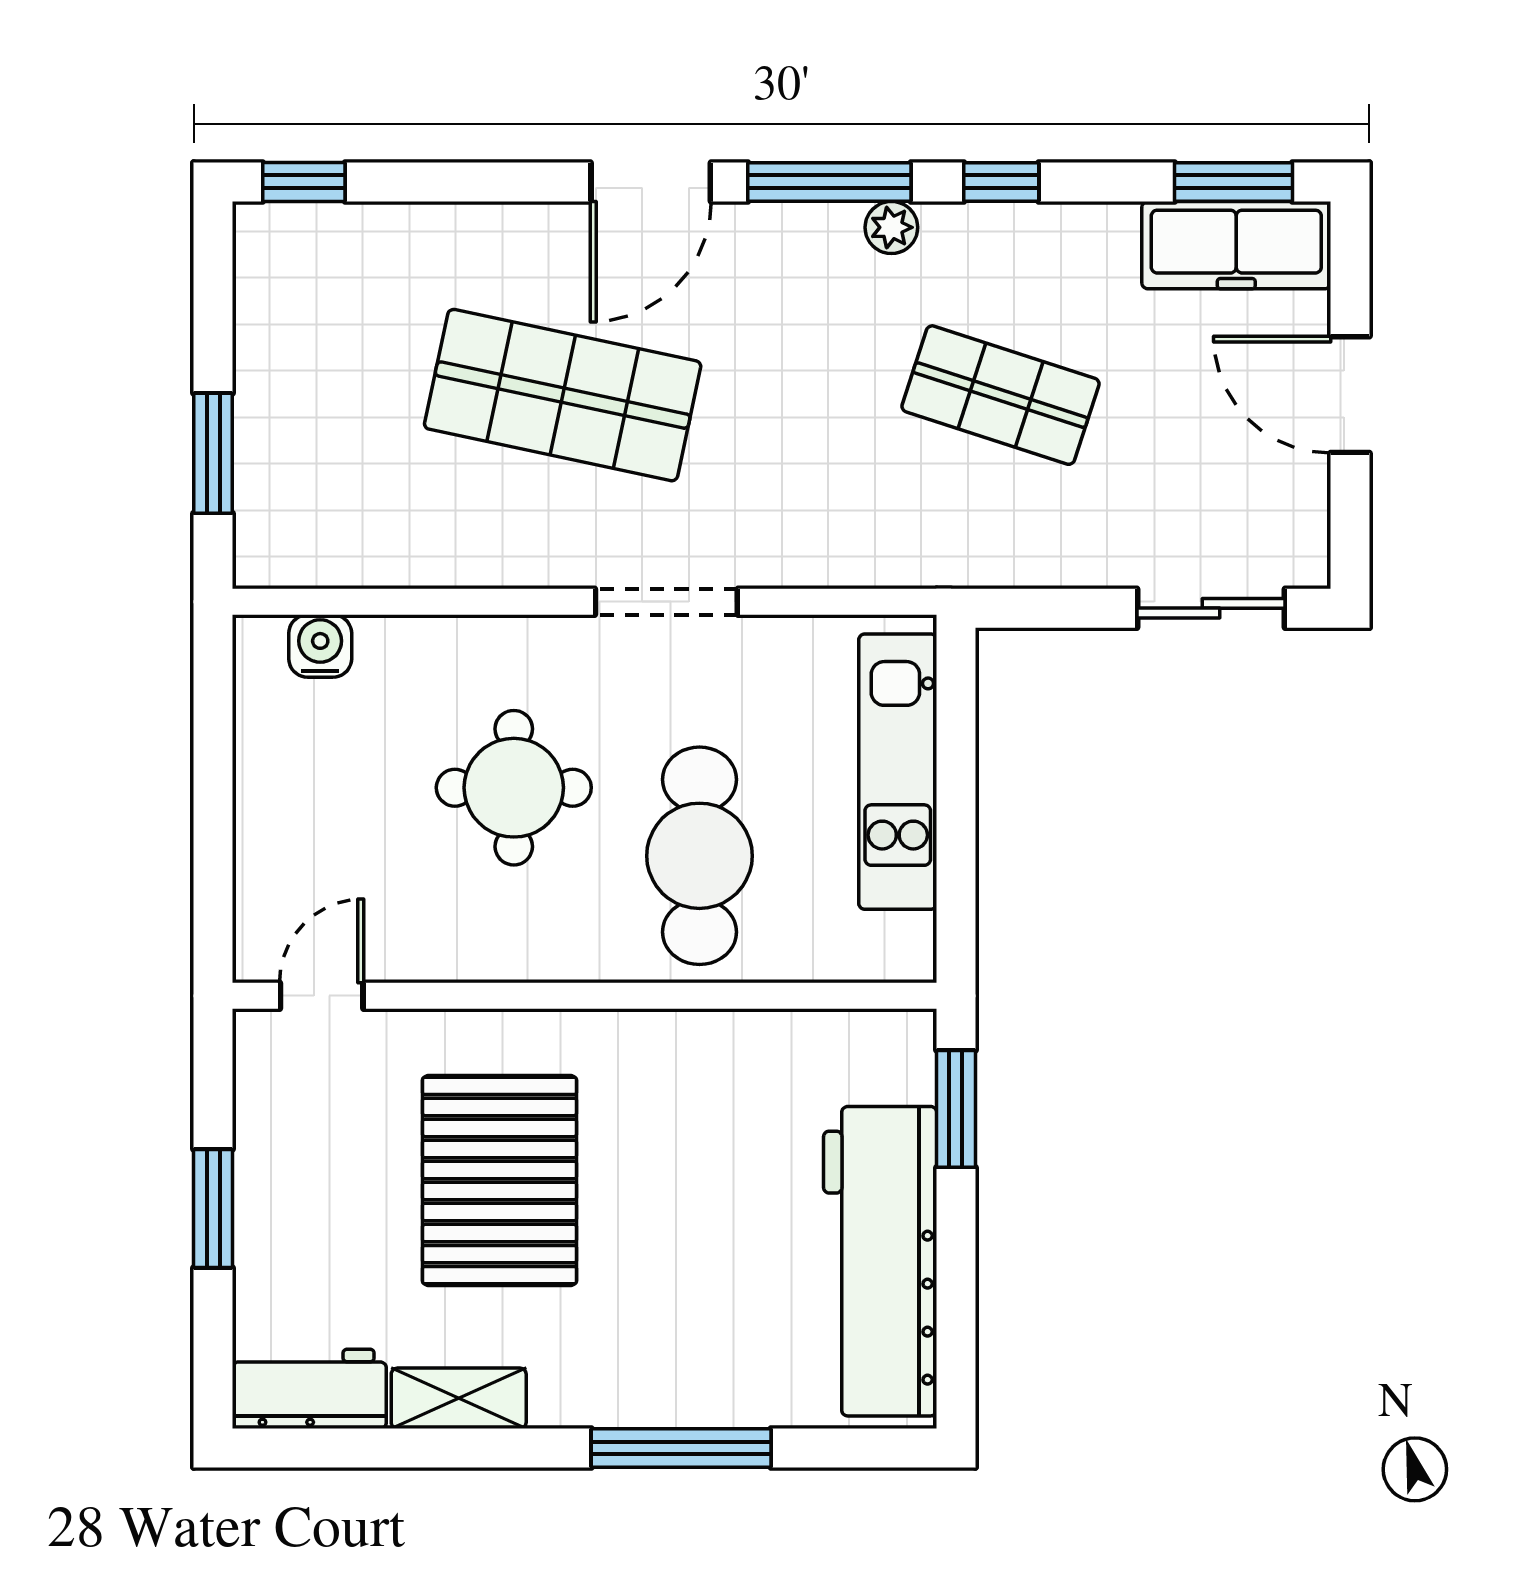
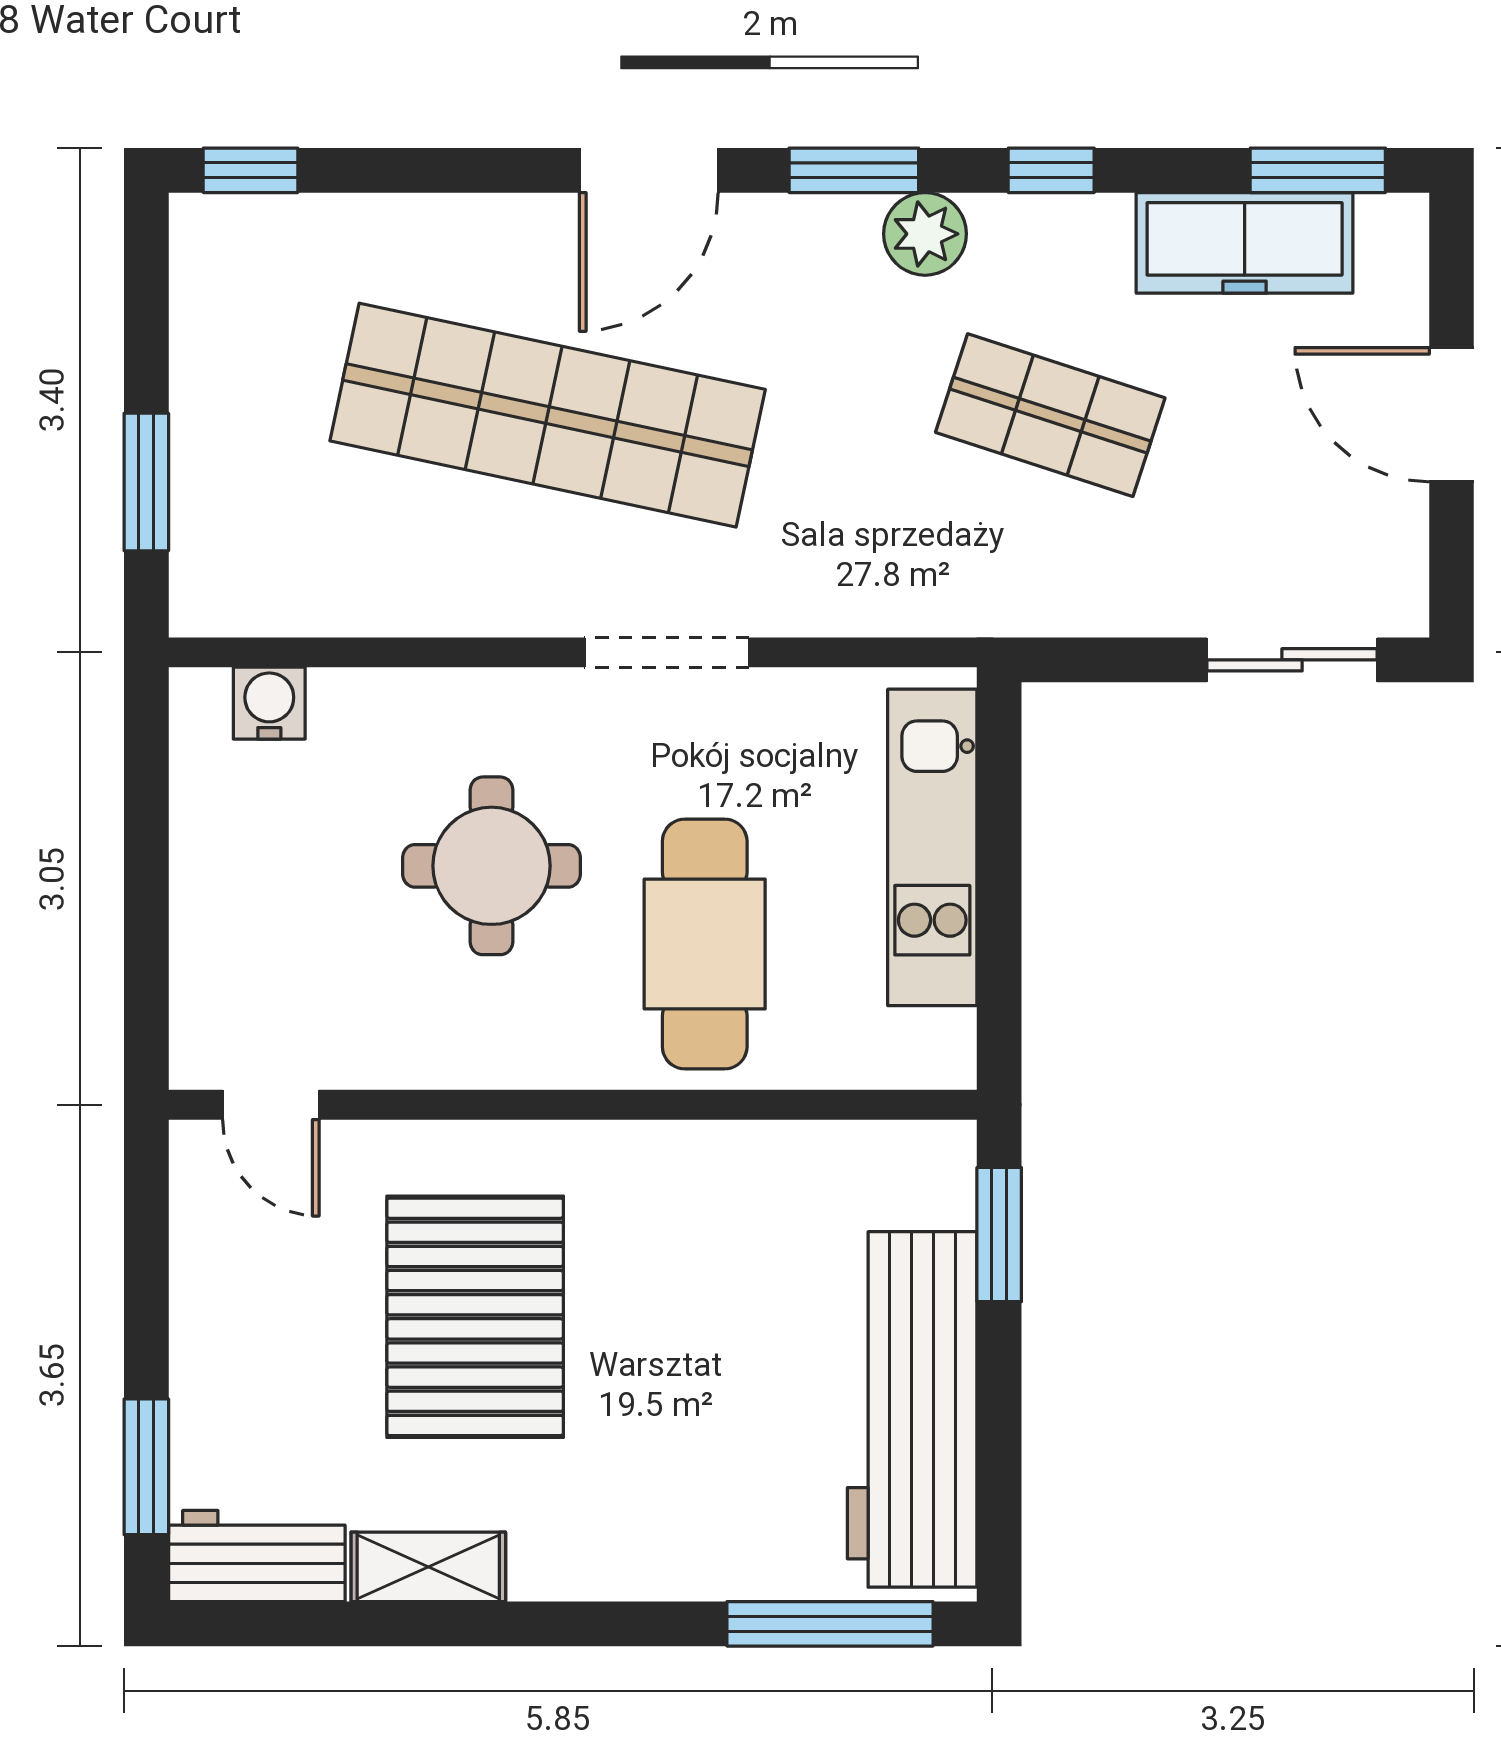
window: (829, 182) -> (854, 170), width x0.69
plant: (891, 227) -> (925, 234), width x1.38, depth x1.38
freezer: (1236, 245) -> (1245, 243), moved
shop shelf: (563, 395) -> (548, 415), width x1.40
door: (322, 996) -> (271, 1105), swing flipped
window: (213, 1209) -> (146, 1467), moved
window: (681, 1448) -> (830, 1624), moved

